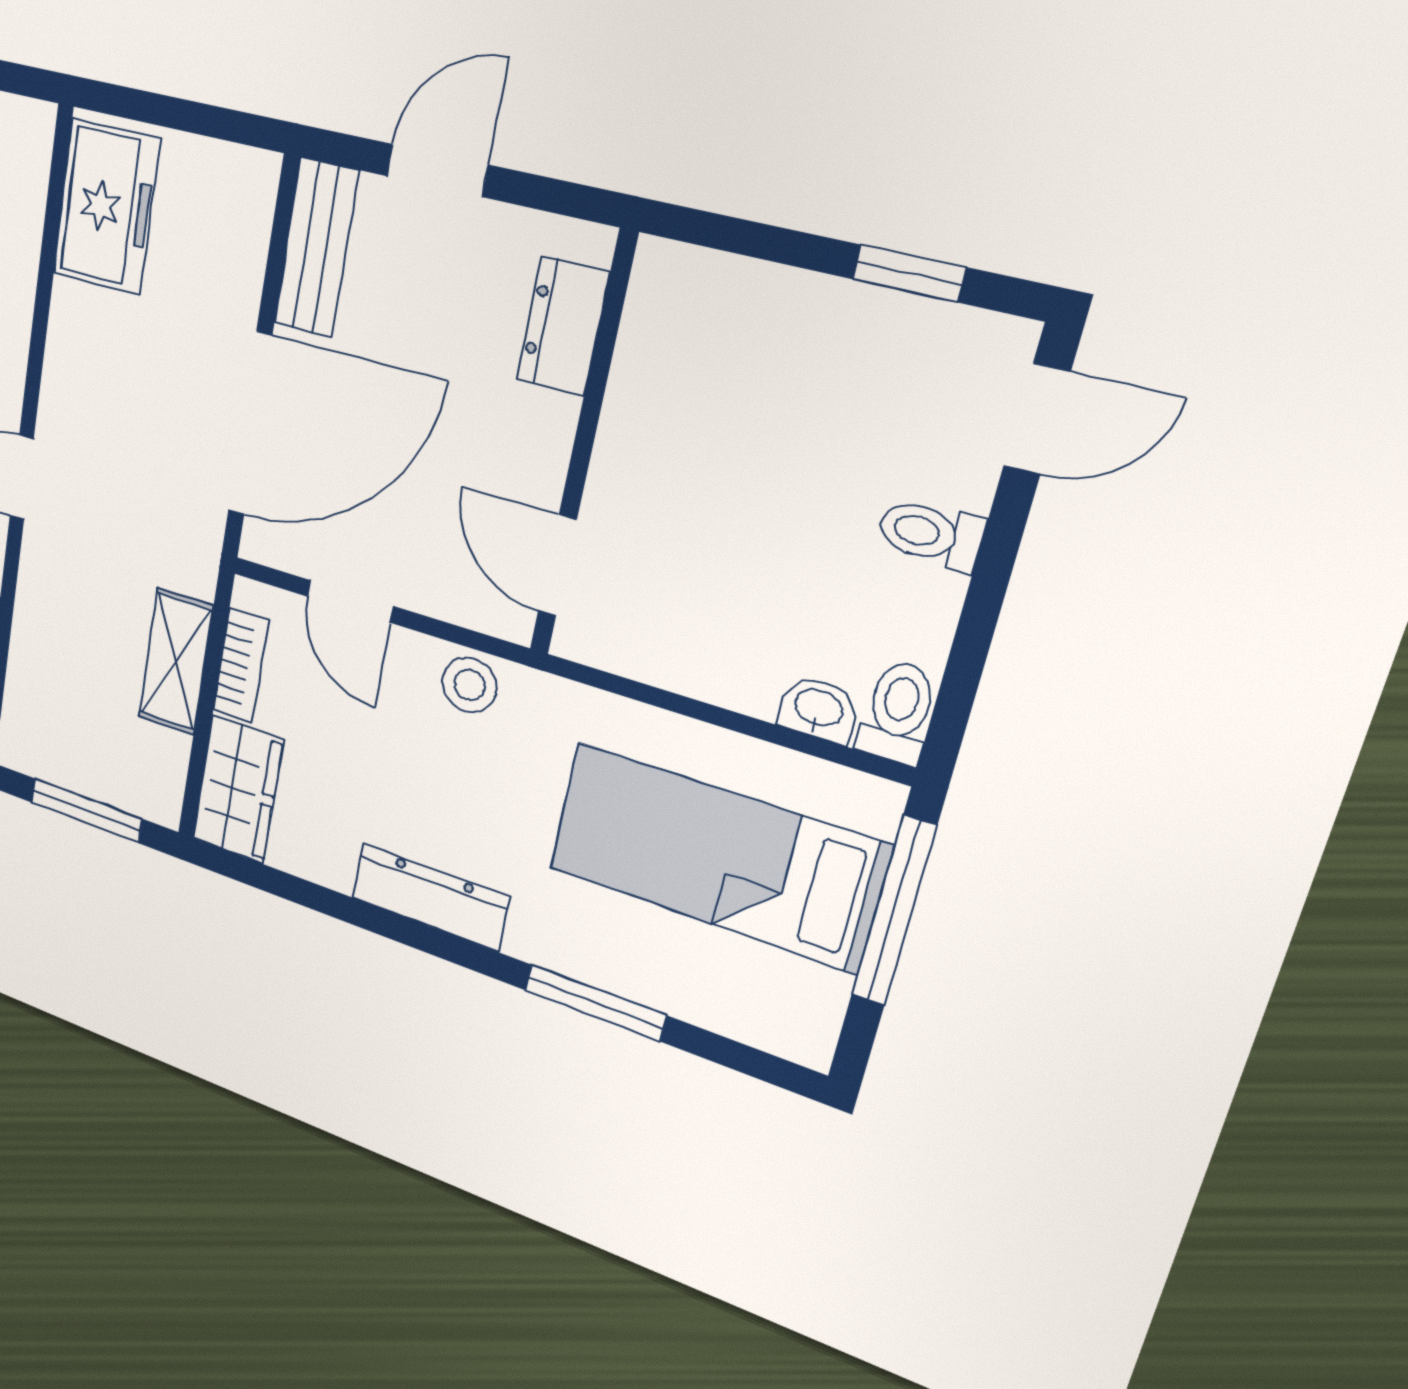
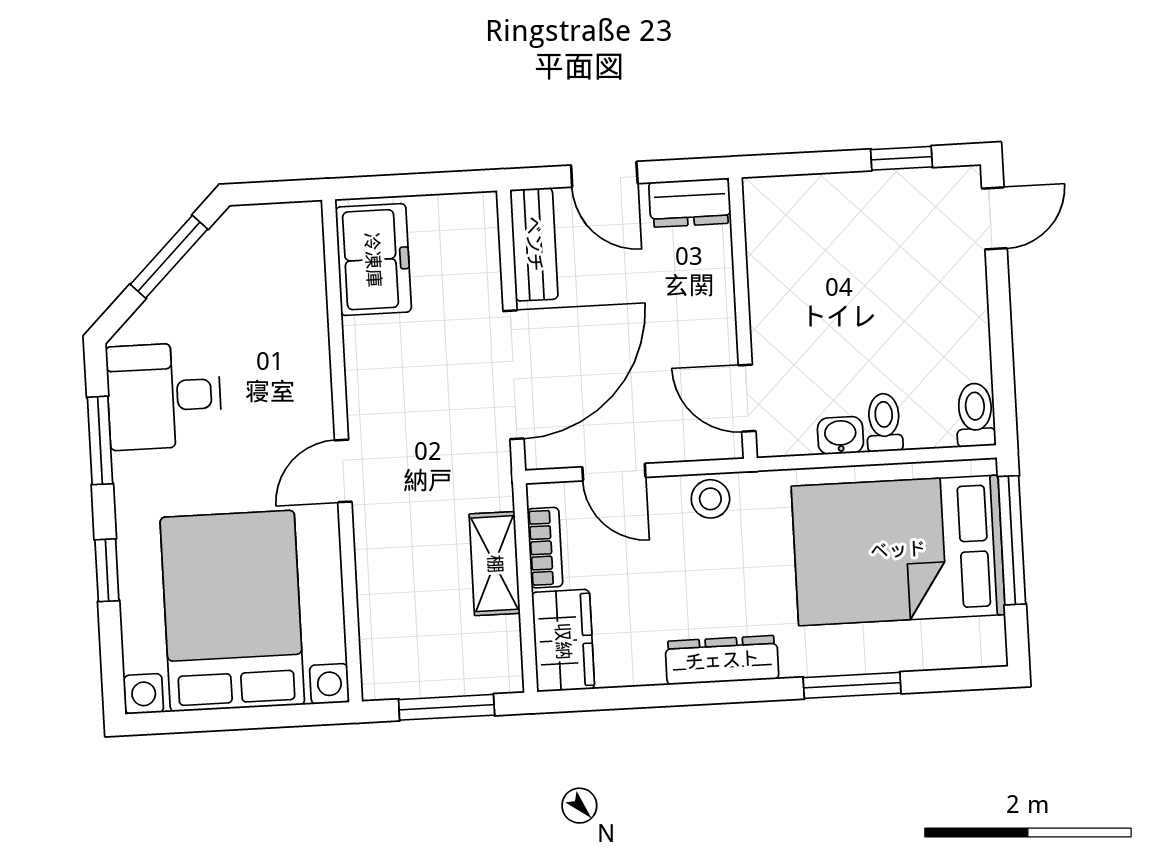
door: (437, 170) -> (604, 174), swing flipped
dresser: (563, 326) -> (690, 203), moved, turned -90
toilet: (931, 534) -> (884, 422), moved, turned 90
washbasin: (818, 709) -> (840, 435), moved
bed: (716, 857) -> (898, 550), width x1.50

